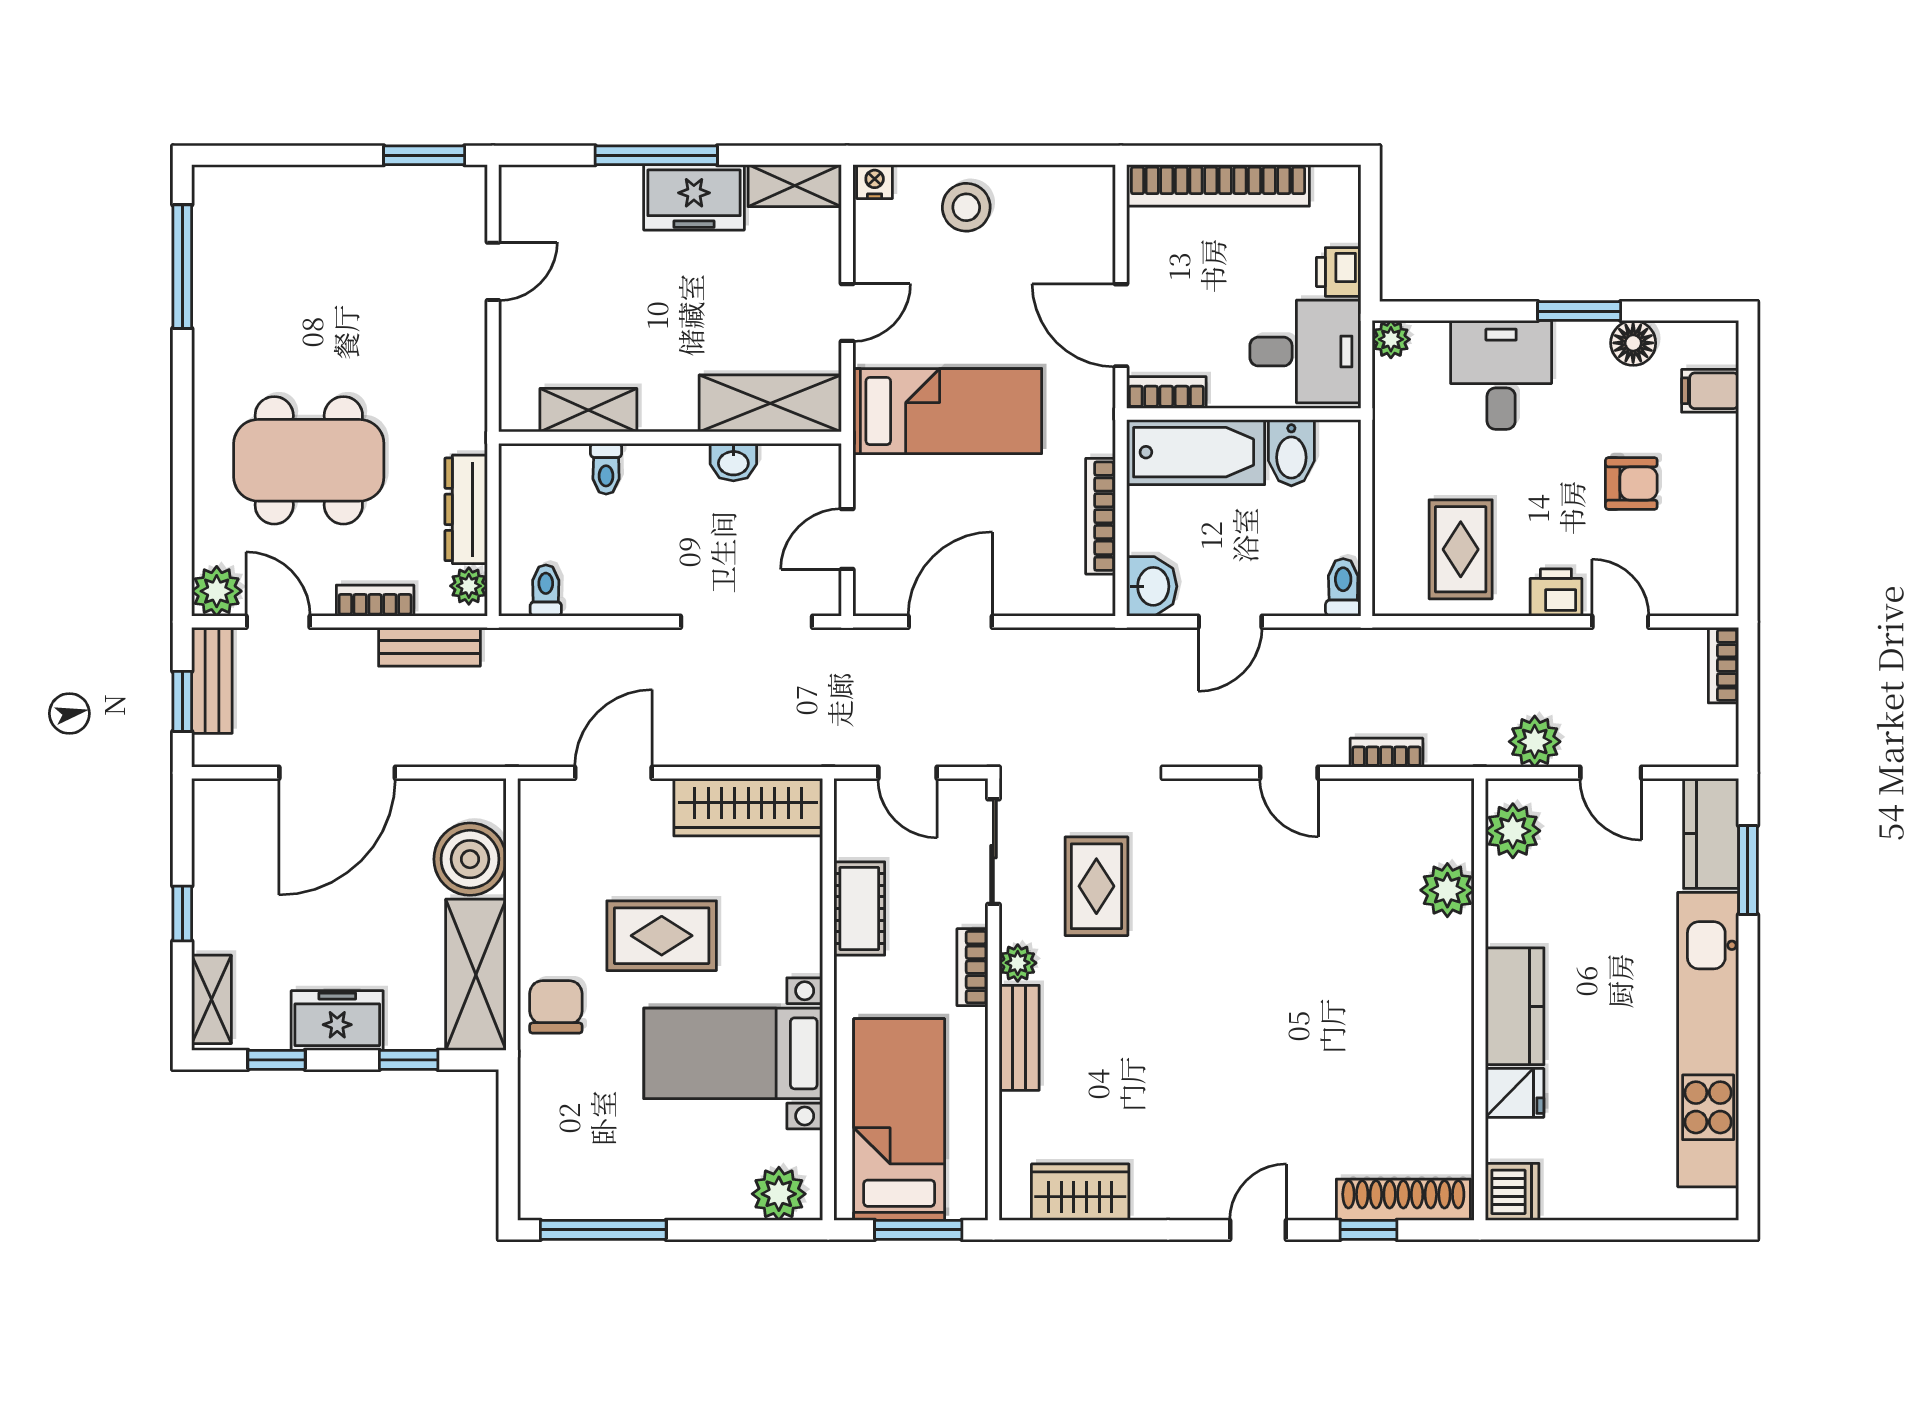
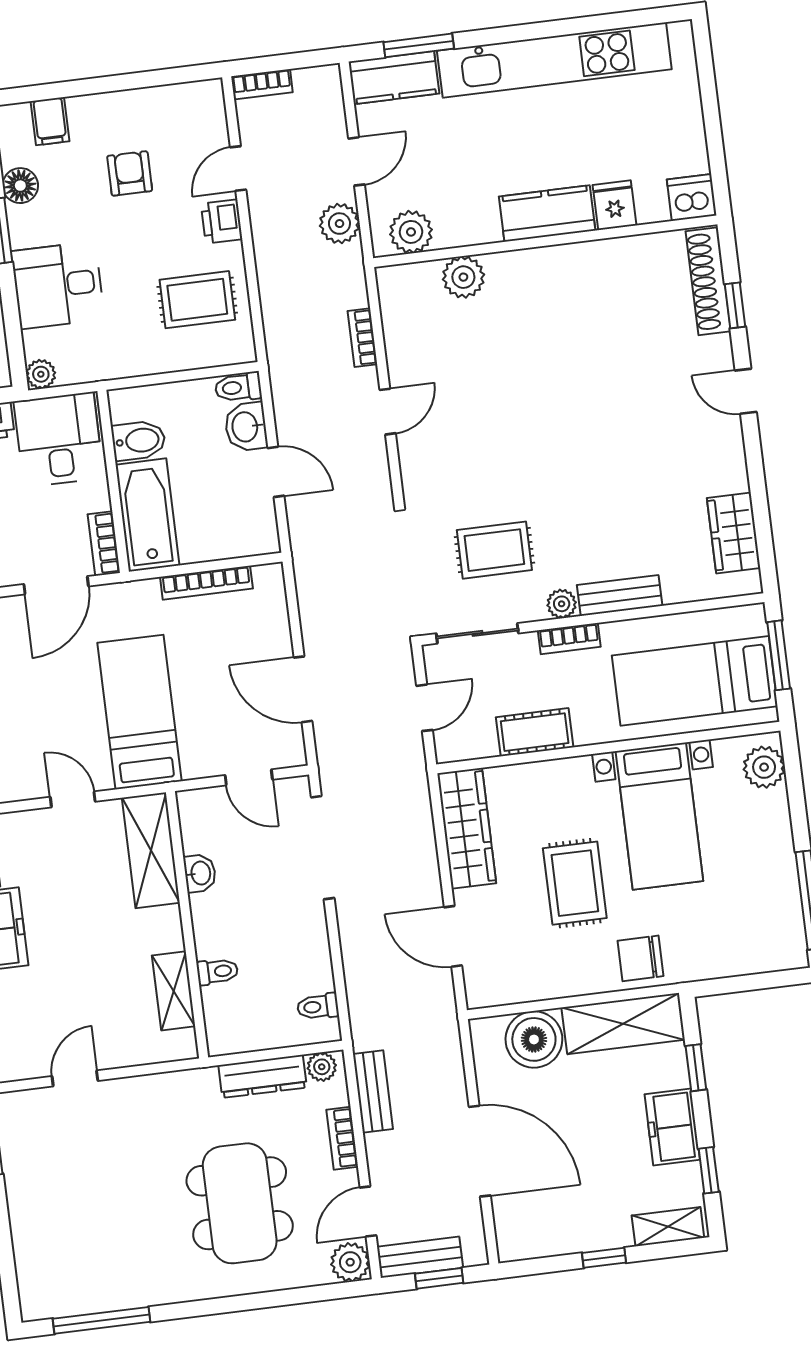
door: (493, 271) -> (75, 1078), hinge flipped
washbasin: (1152, 586) -> (246, 427), moved, turned -90

